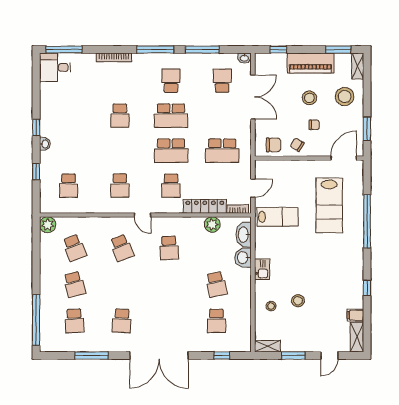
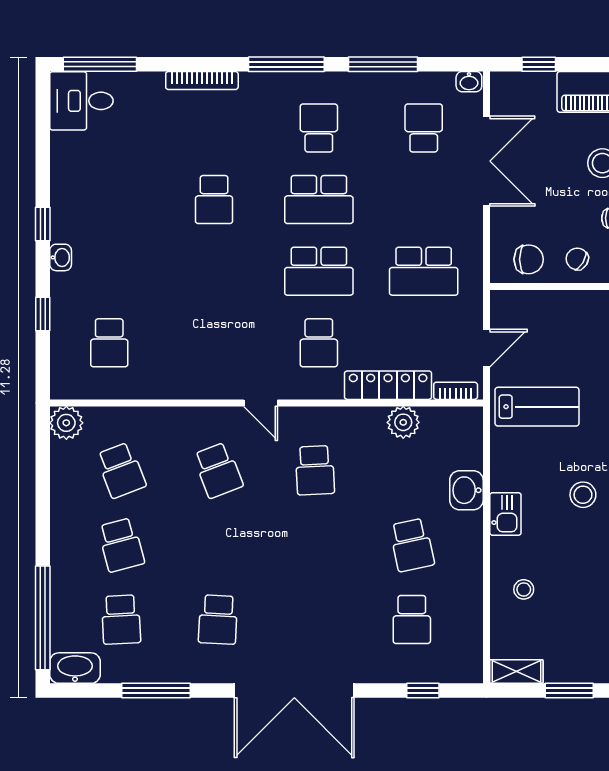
school desk: (120, 186) -> (214, 343), removed
washbasin: (244, 235) -> (75, 668), moved, turned 90
stool: (298, 301) -> (583, 495), moved

